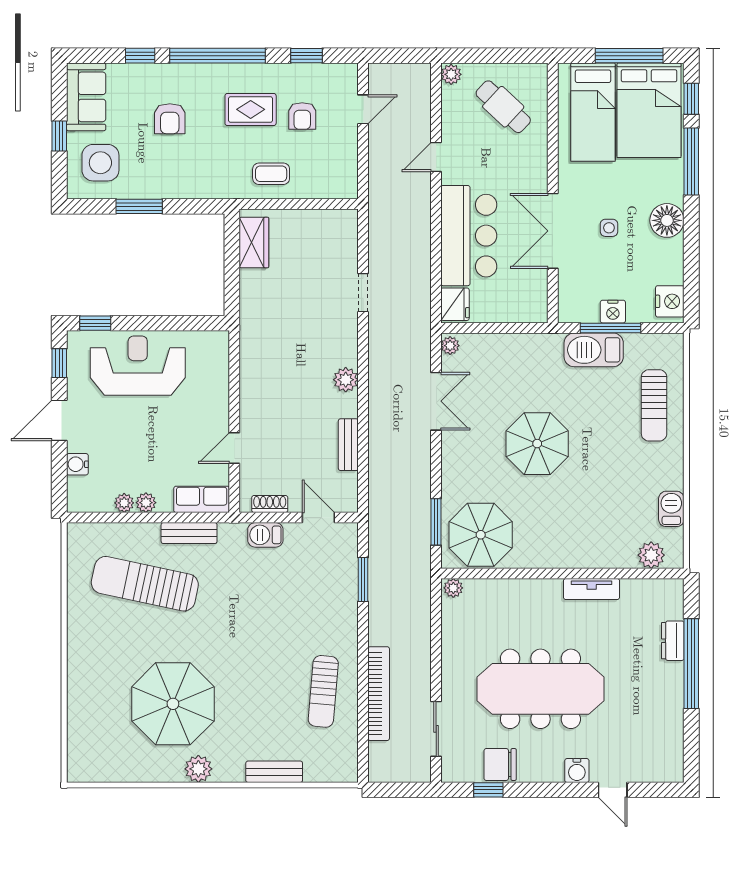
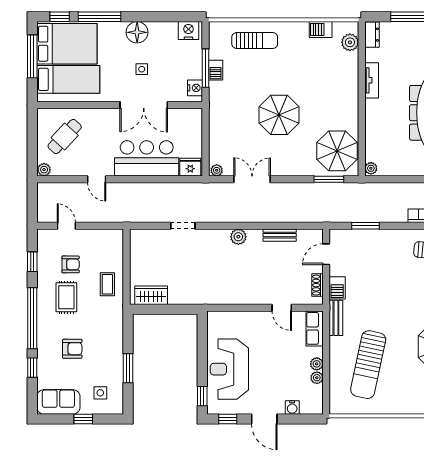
side table: (100, 163) -> (100, 393), width x0.54, depth x0.54
nightstand: (613, 312) -> (195, 88), moved
barbecue: (594, 350) -> (216, 70), width x0.53, depth x0.65
bench: (189, 533) -> (336, 318), moved
dresser: (673, 641) -> (372, 35), moved, turned -90

